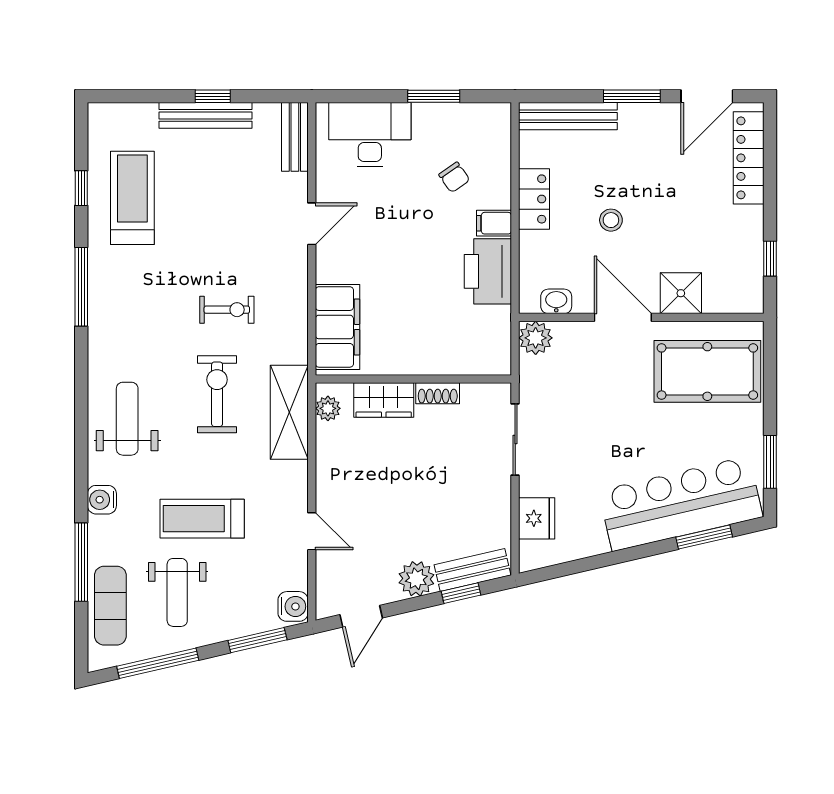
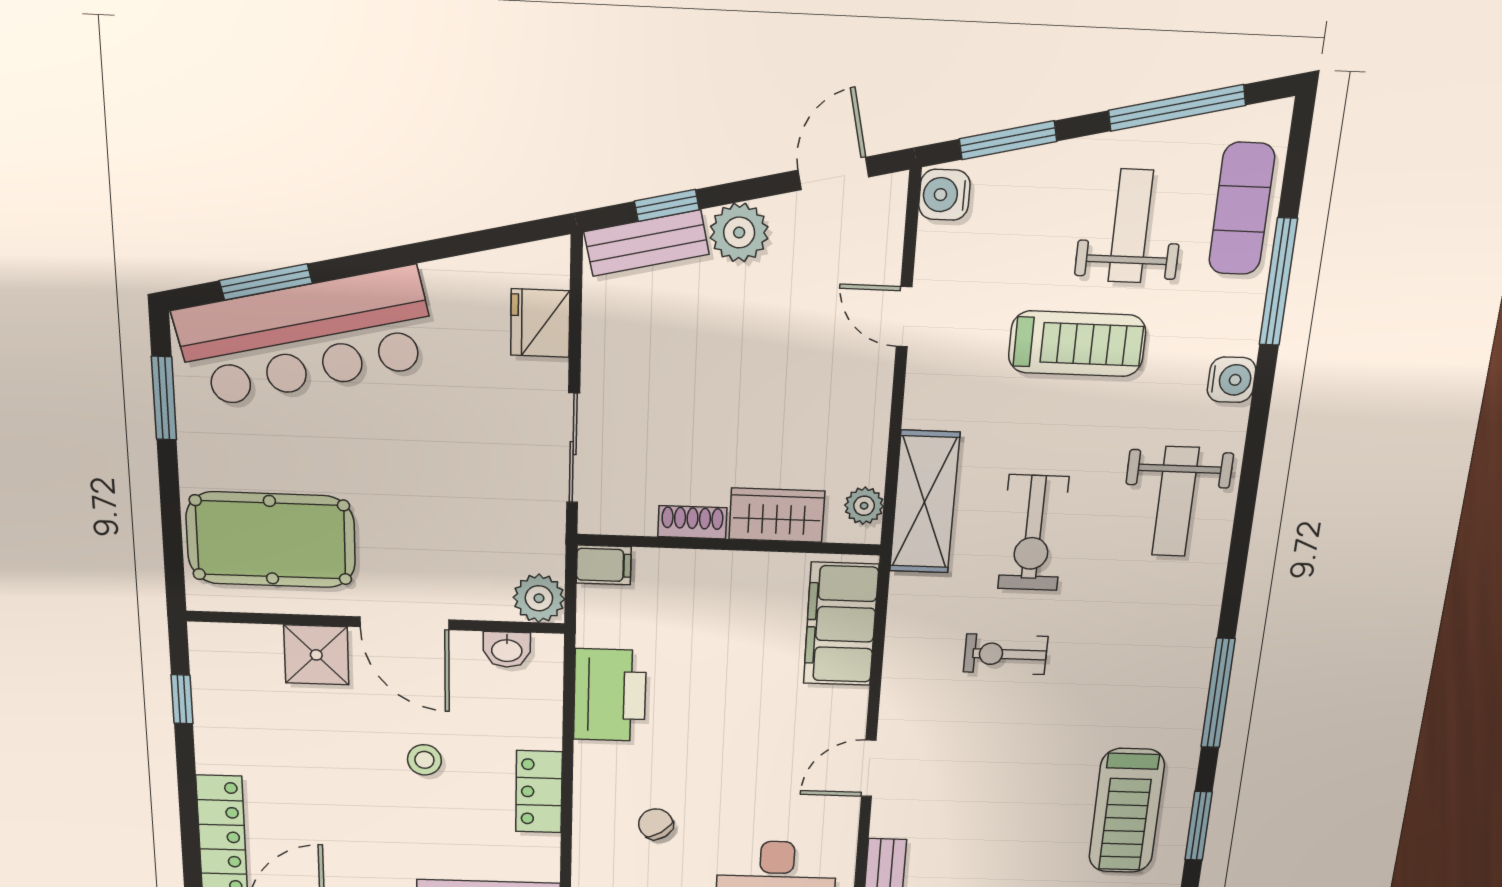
window: (81, 188) -> (1198, 826), width x1.50
filing cabinet: (494, 223) -> (604, 565), moved

